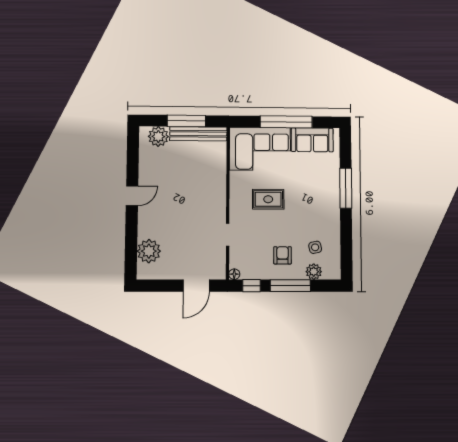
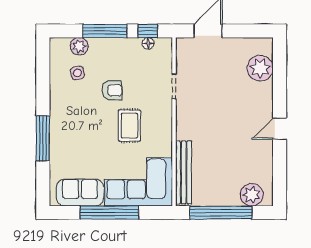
window: (186, 121) -> (221, 213), width x1.46
bench: (198, 134) -> (184, 172), moved, turned 90
rug: (268, 199) -> (129, 126), turned 90
armchair: (283, 255) -> (112, 90), moved, turned -90
floor lamp: (234, 274) -> (148, 43), moved

